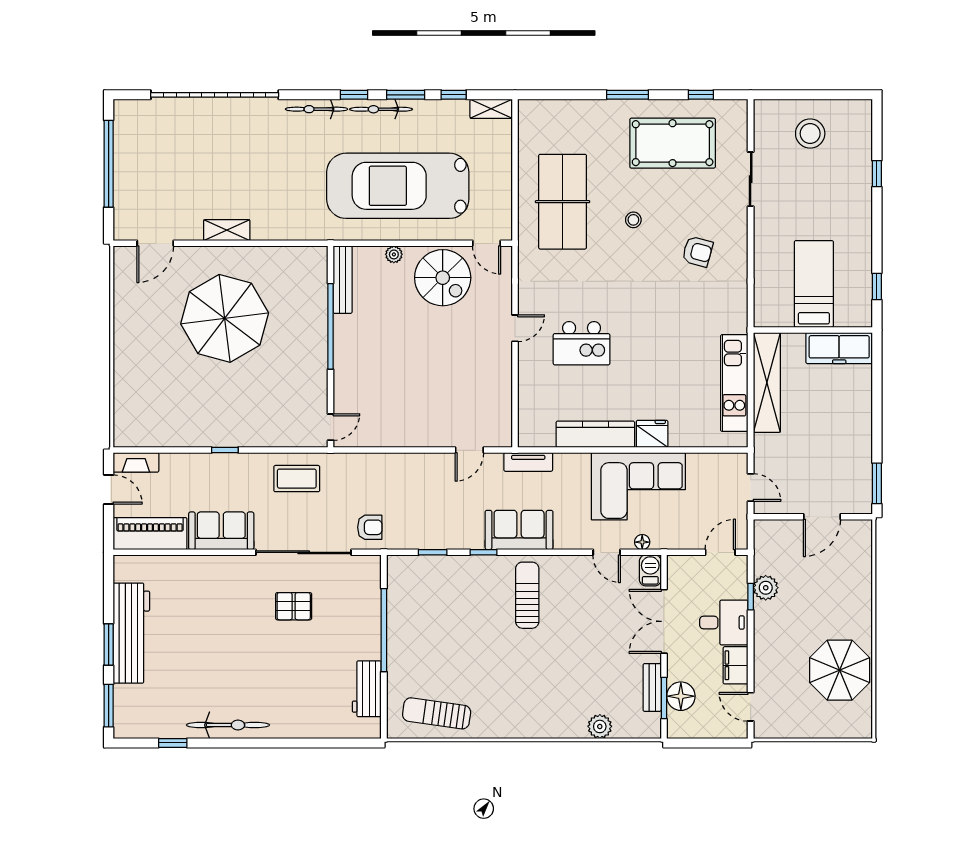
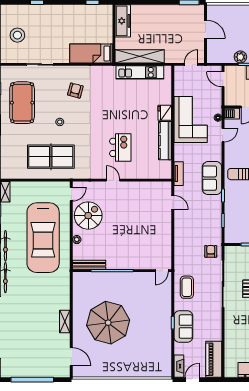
bed: (814, 284) -> (91, 53), moved
door: (330, 427) -> (162, 271), swing flipped
sofa: (221, 531) -> (183, 327), moved, turned 180

